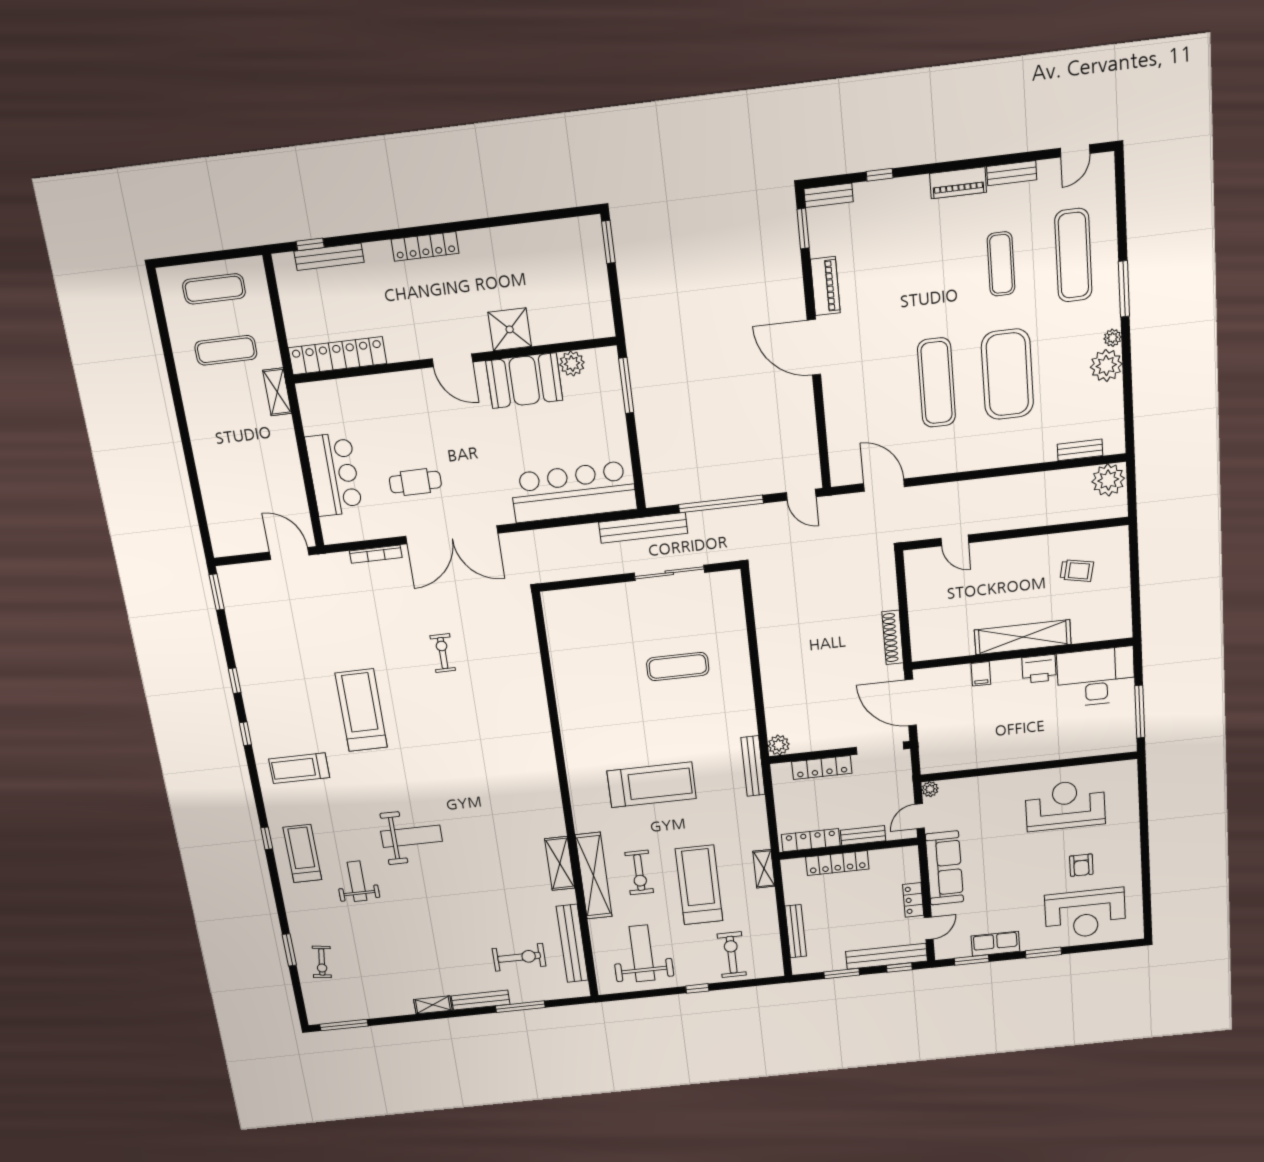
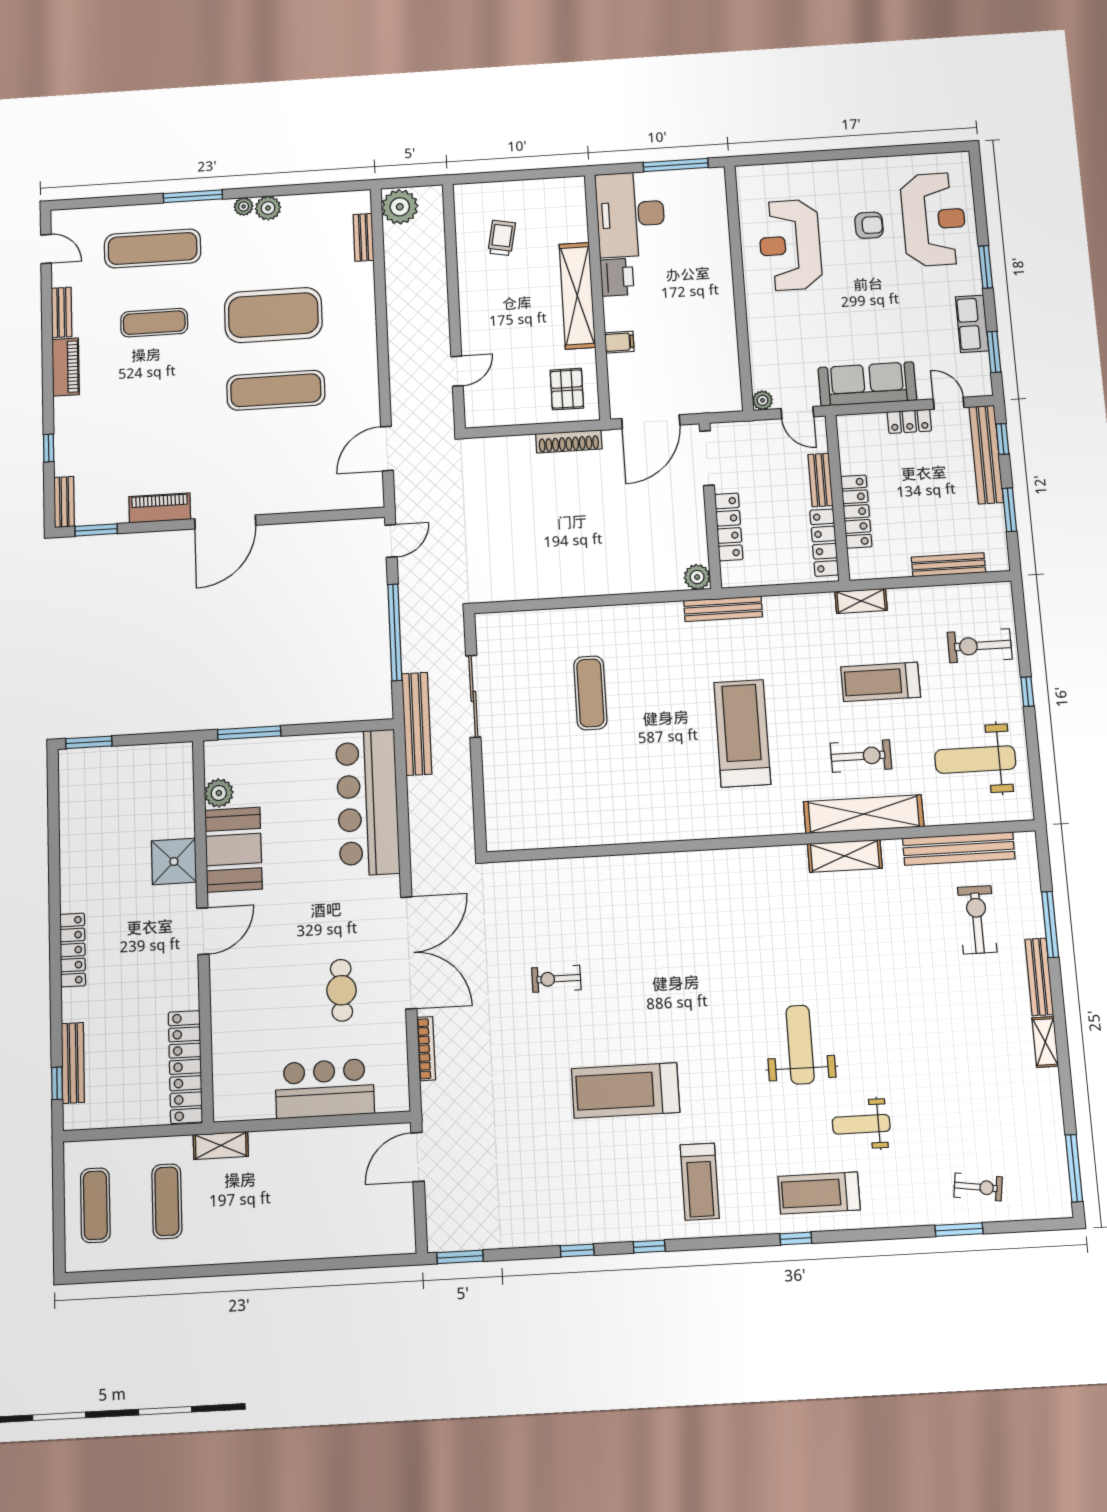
plant: (1106, 365) -> (268, 208), width x0.73, depth x0.73
pallet: (939, 633) -> (567, 389), added
treadmill: (699, 885) -> (881, 682), width x0.73, depth x0.73

